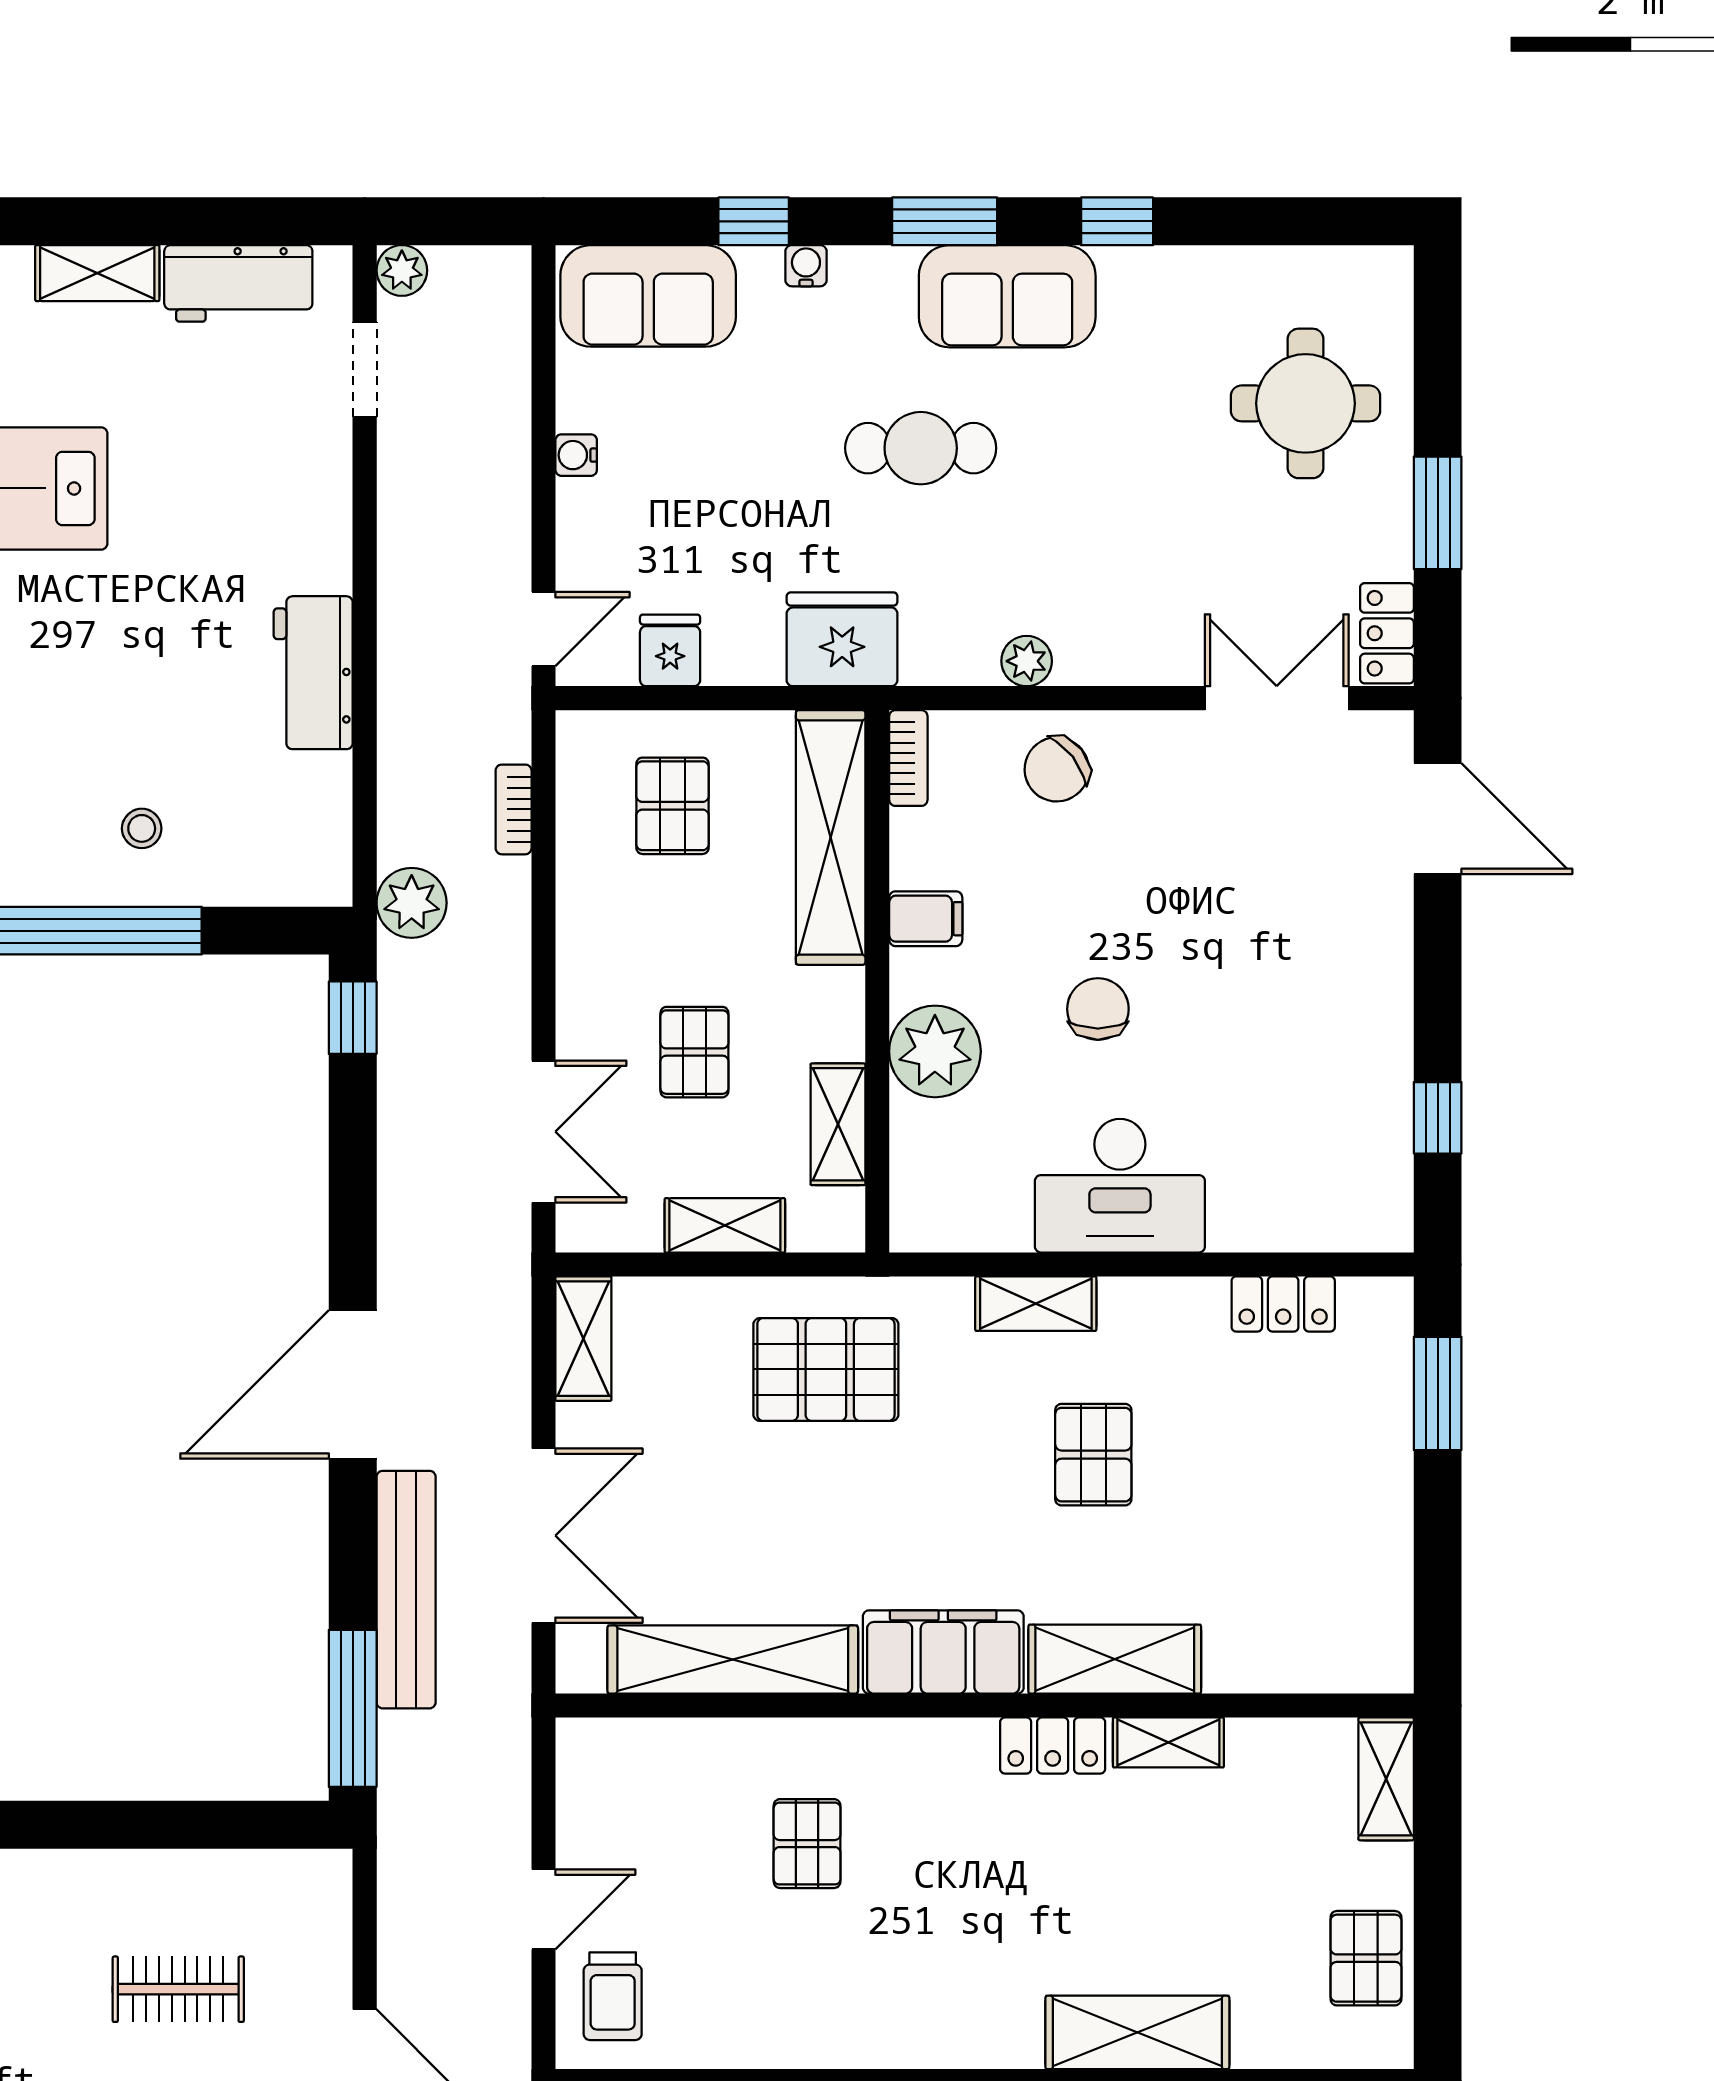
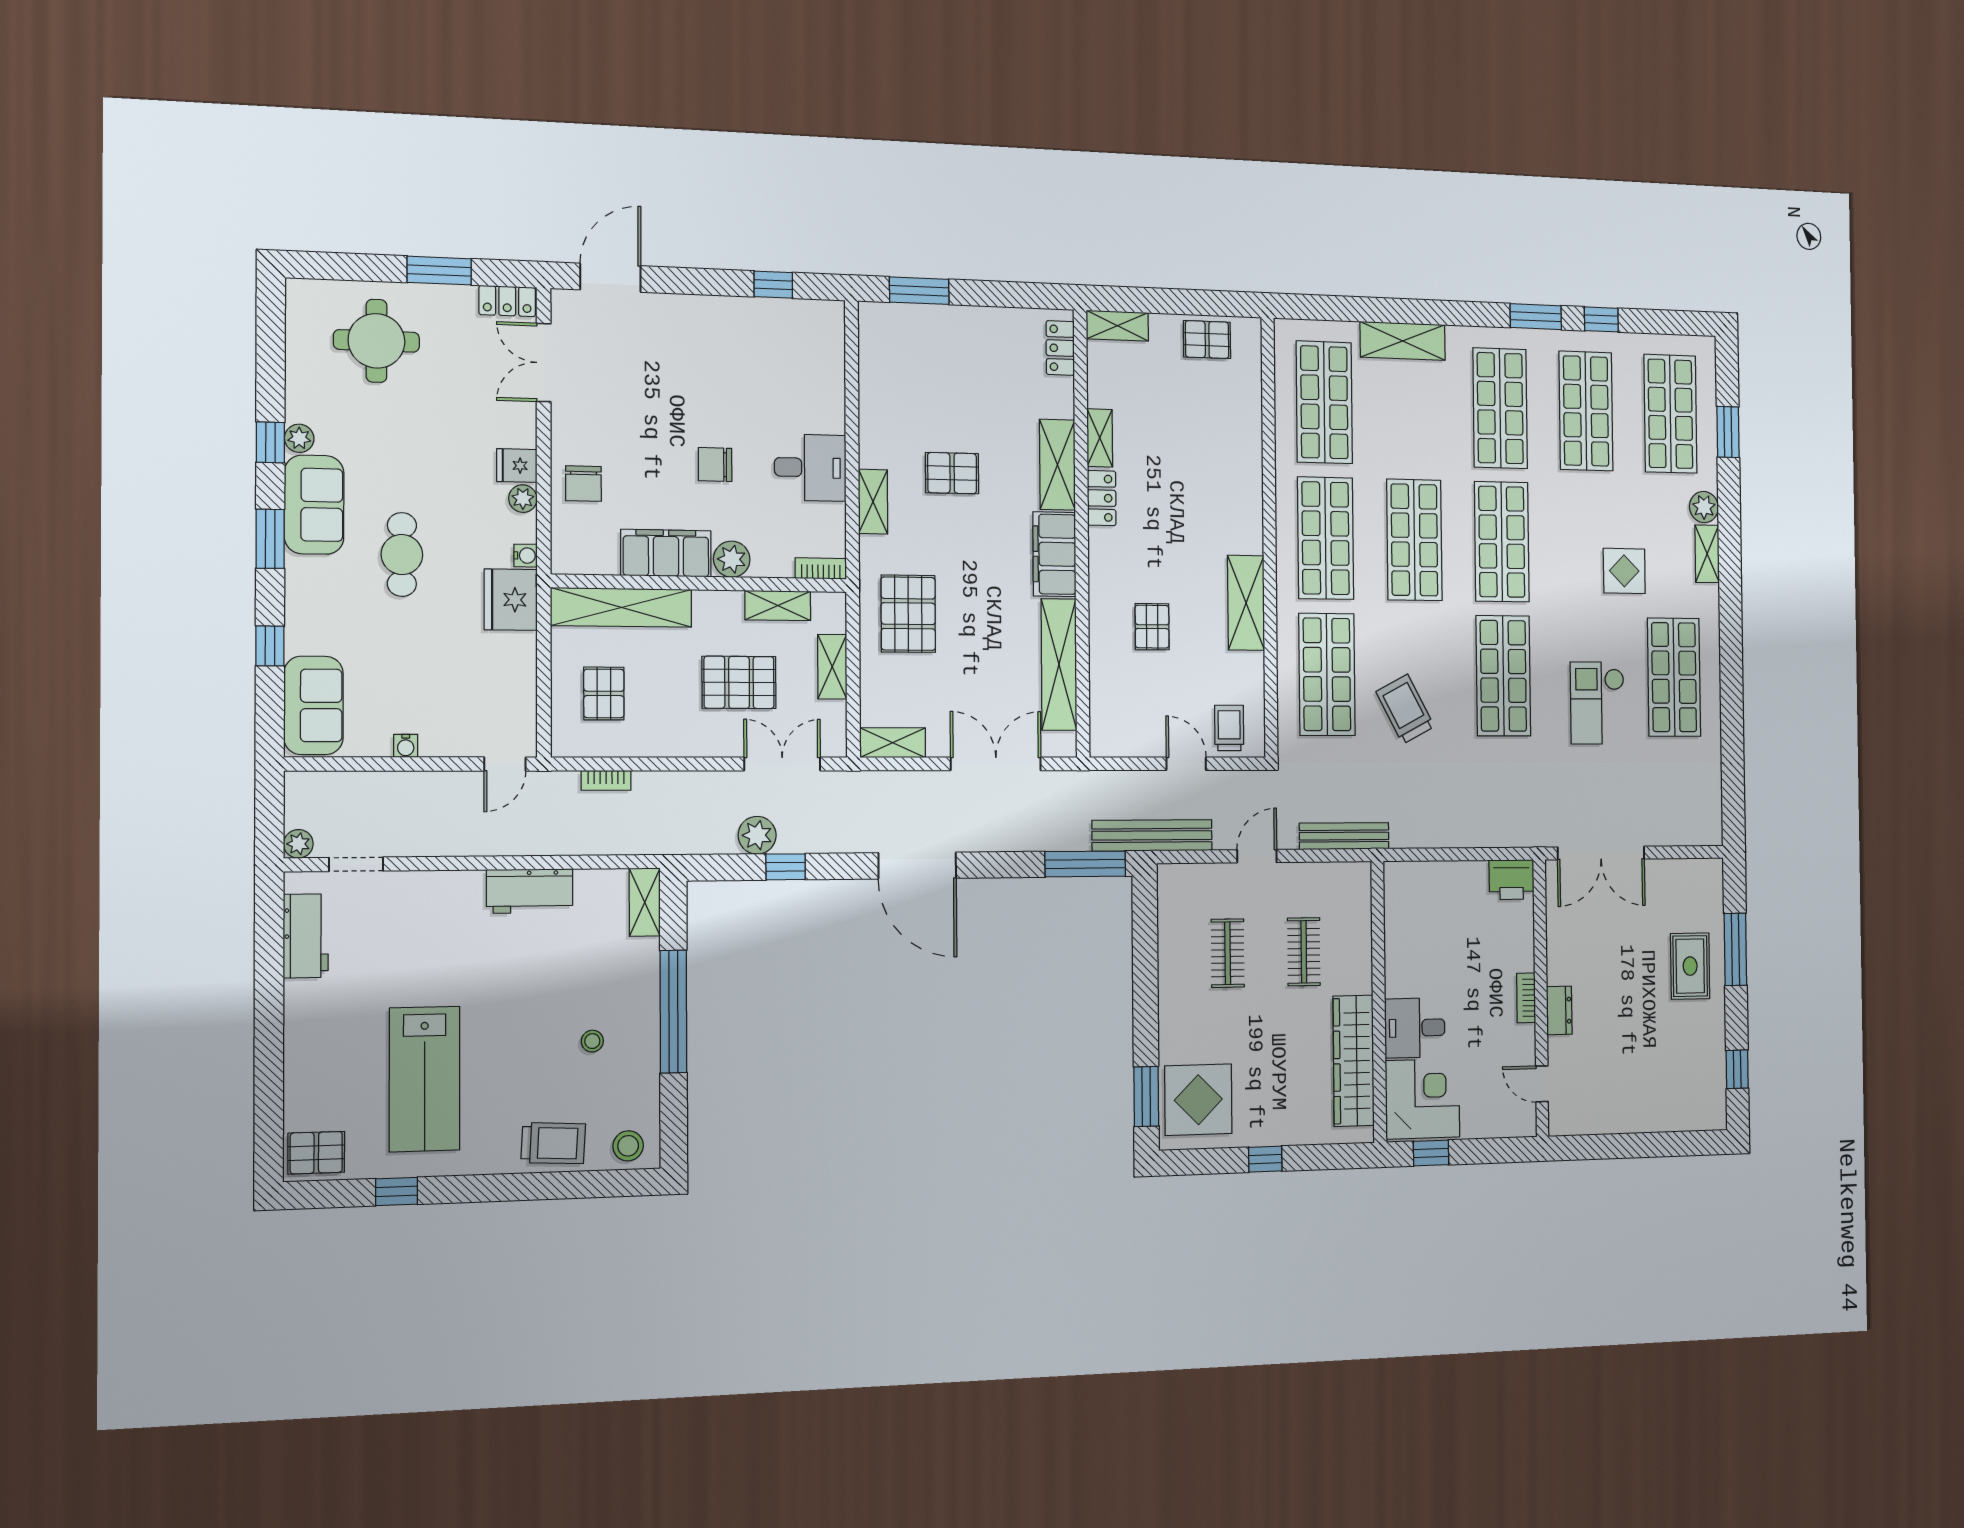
water cooler: (806, 266) -> (525, 556), moved, turned 180
plant: (1126, 270) -> (299, 438), added
shelving: (97, 273) -> (645, 902), moved
door: (543, 629) -> (505, 764), swing flipped
fridge: (670, 650) -> (517, 466), moved
bookcase: (908, 758) -> (821, 568), moved
chair: (1057, 769) -> (583, 484), turned 38
pallet: (673, 806) -> (604, 693), turned 90
stool: (142, 828) -> (592, 1041), moved
plant: (412, 903) -> (757, 835), moved
filing cabinet: (926, 919) -> (666, 553), width x3.00, depth x1.17
window: (353, 1018) -> (786, 867), moved
plant: (935, 1051) -> (732, 559), width x0.73, depth x0.73
pallet: (694, 1052) -> (739, 682), width x1.50, depth x1.42
desk: (1120, 1186) -> (810, 468), width x0.73
locker: (1283, 1304) -> (1060, 348), moved, turned 180
bench: (406, 1590) -> (1152, 835), moved
pallet: (807, 1844) -> (1152, 627), turned 90
trolley: (613, 1996) -> (1229, 728), turned -90
shelving: (1137, 2032) -> (1246, 603), moved

